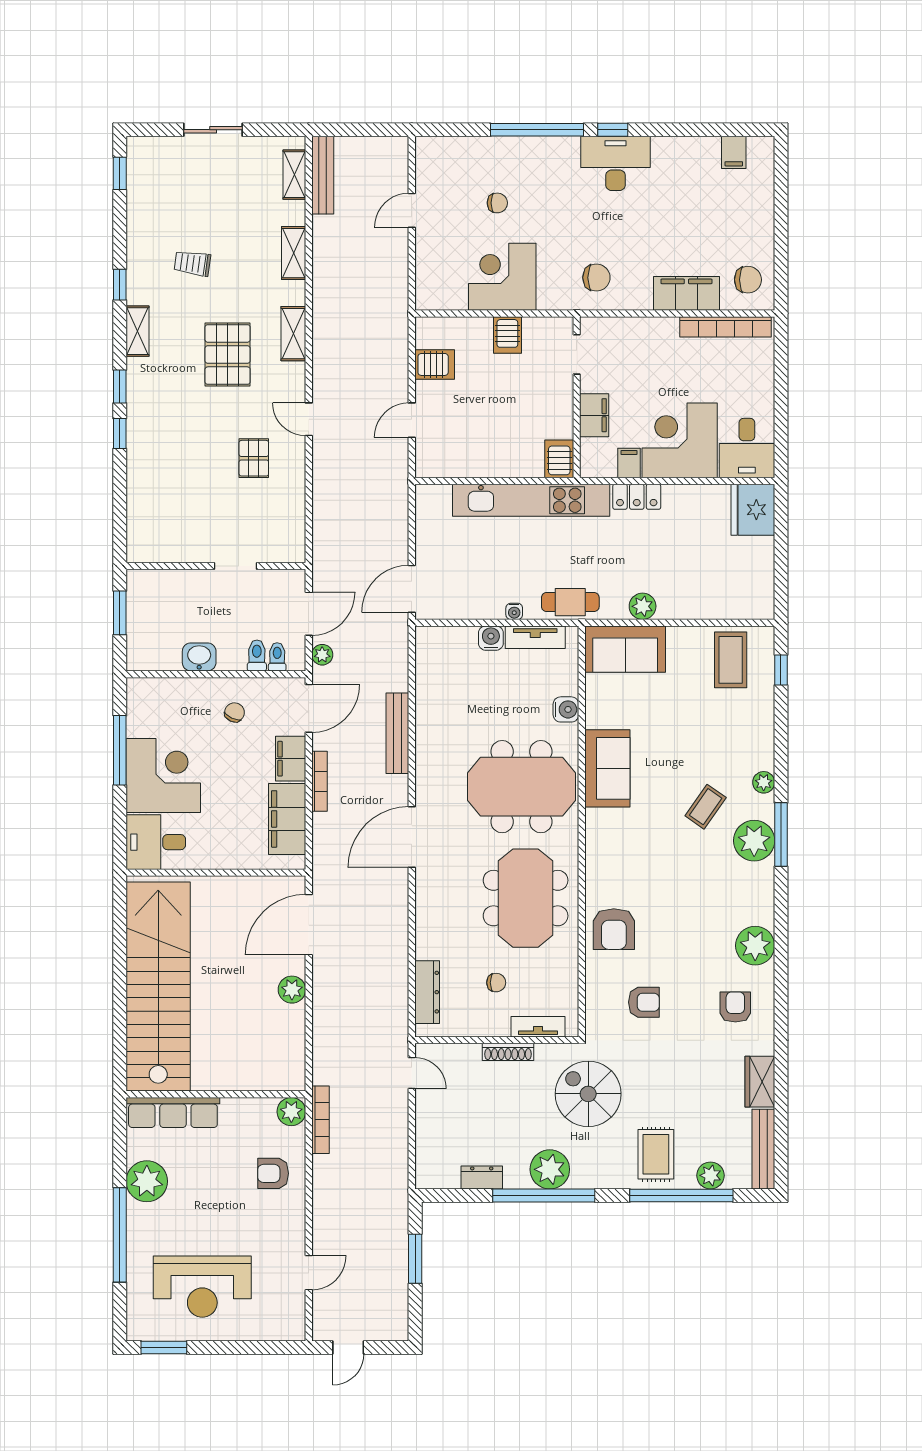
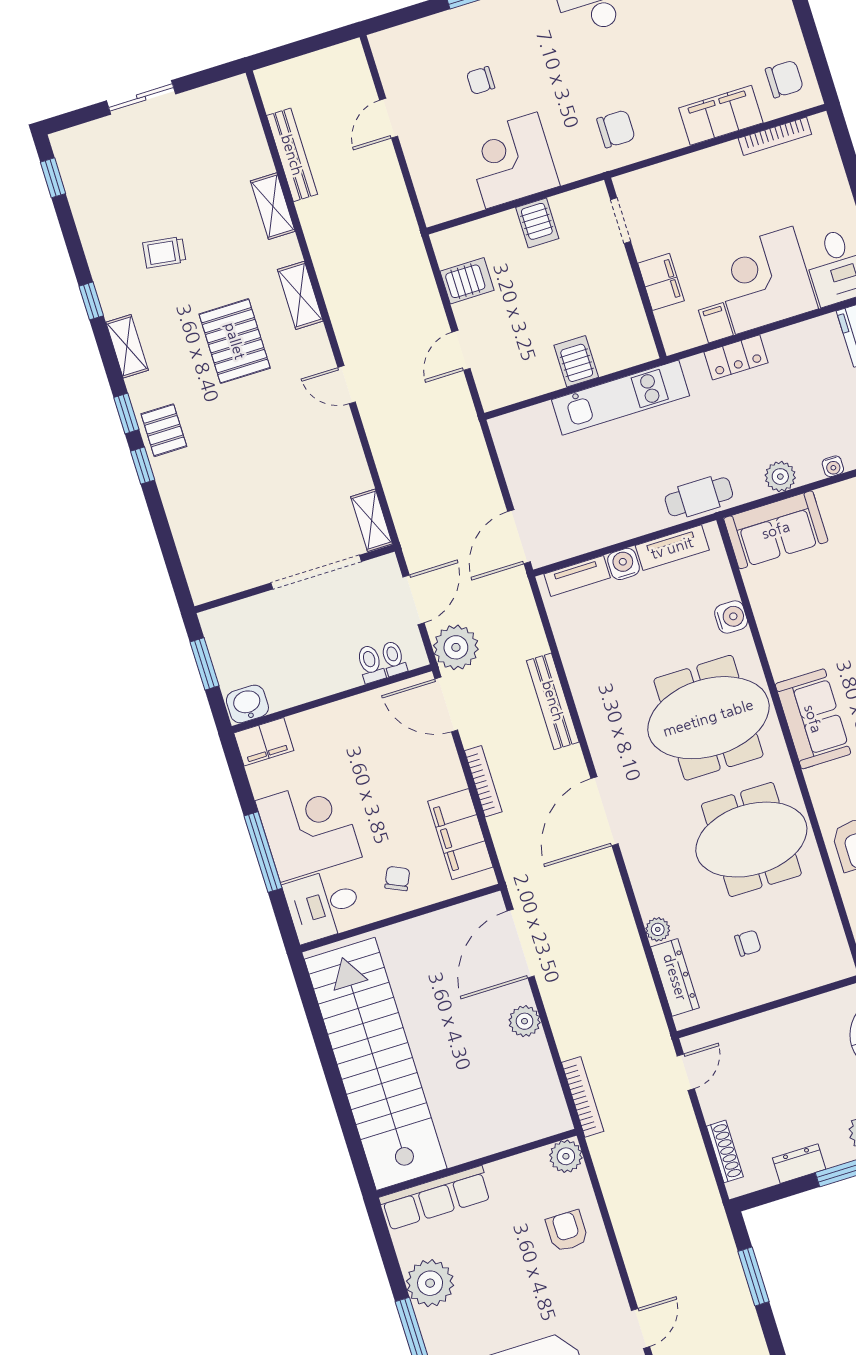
shelving: (294, 175) -> (371, 520), moved
bench: (323, 175) -> (292, 155), moved
chair: (497, 203) -> (481, 80), turned 180
bookcase: (726, 327) -> (775, 136), width x0.68, depth x0.76
pallet: (254, 458) -> (164, 430), moved
server rack: (559, 459) -> (576, 361), moved
kitchen unit: (531, 500) -> (620, 398), width x0.73
doorway: (235, 566) -> (316, 572), width x1.87
water cooler: (514, 611) -> (833, 466), moved
plant: (322, 655) -> (456, 647), width x1.88, depth x1.88
washbasin: (199, 657) -> (247, 704), moved
door: (309, 708) -> (446, 704), swing flipped
chair: (234, 712) -> (397, 878), moved
window: (120, 750) -> (263, 852), moved
filing cabinet: (291, 759) -> (264, 742), moved, turned -90
sofa: (607, 768) -> (813, 719), moved
meeting table: (526, 898) -> (751, 840), turned 90
plant: (425, 948) -> (658, 929), added
tv unit: (538, 1027) -> (577, 576), moved, turned 180
shoe rack: (508, 1052) -> (725, 1151), moved, turned -90
door: (412, 1073) -> (686, 1072), hinge flipped
bookcase: (320, 1120) -> (583, 1097), moved
armchair: (273, 1173) -> (567, 1231), turned 90

